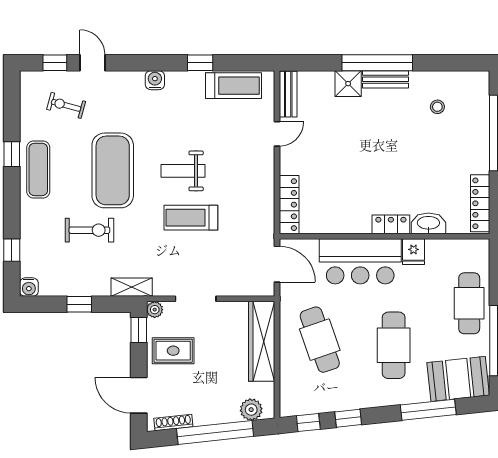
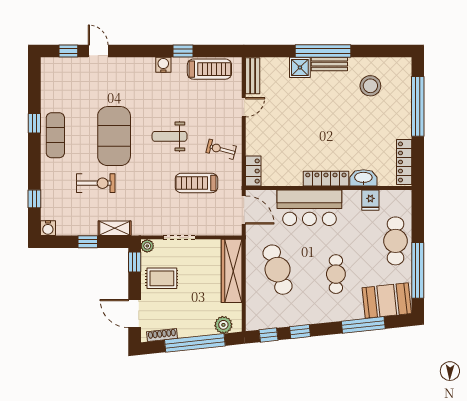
water cooler: (155, 80) -> (163, 65), moved
exercise bike: (66, 105) -> (221, 149), moved
stool: (437, 107) -> (370, 86), width x1.89, depth x1.89
locker: (289, 205) -> (253, 171), width x0.66
treadmill: (191, 218) -> (196, 183), moved
locker: (391, 224) -> (326, 179), width x1.53
fridge: (414, 252) -> (370, 200), moved
shelving: (132, 287) -> (115, 228), moved
cafe table: (394, 345) -> (336, 274), width x0.73, depth x0.74

